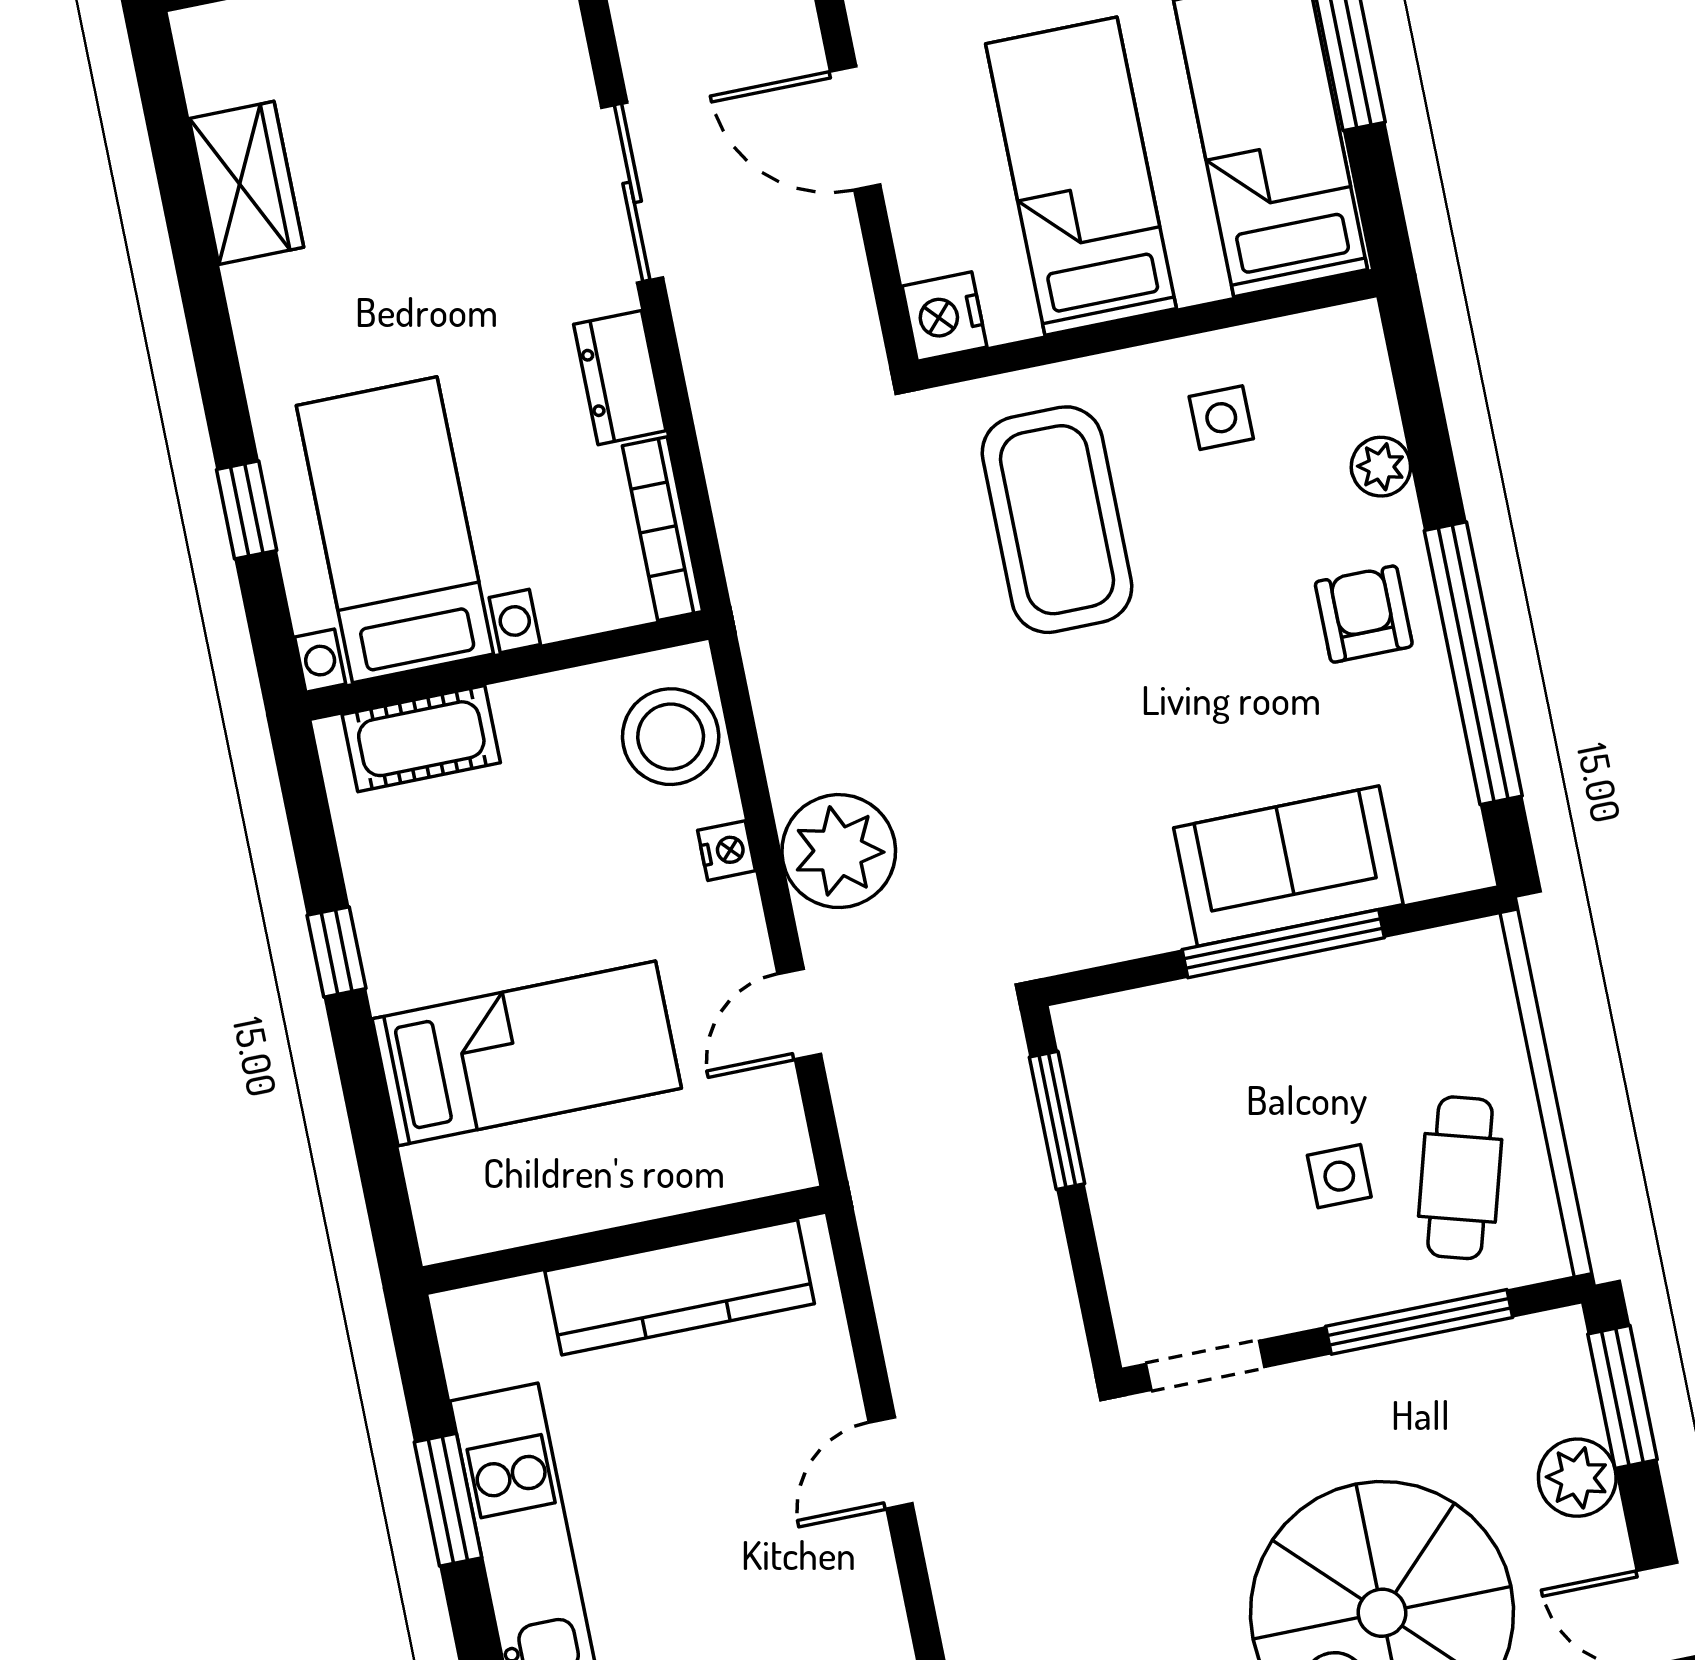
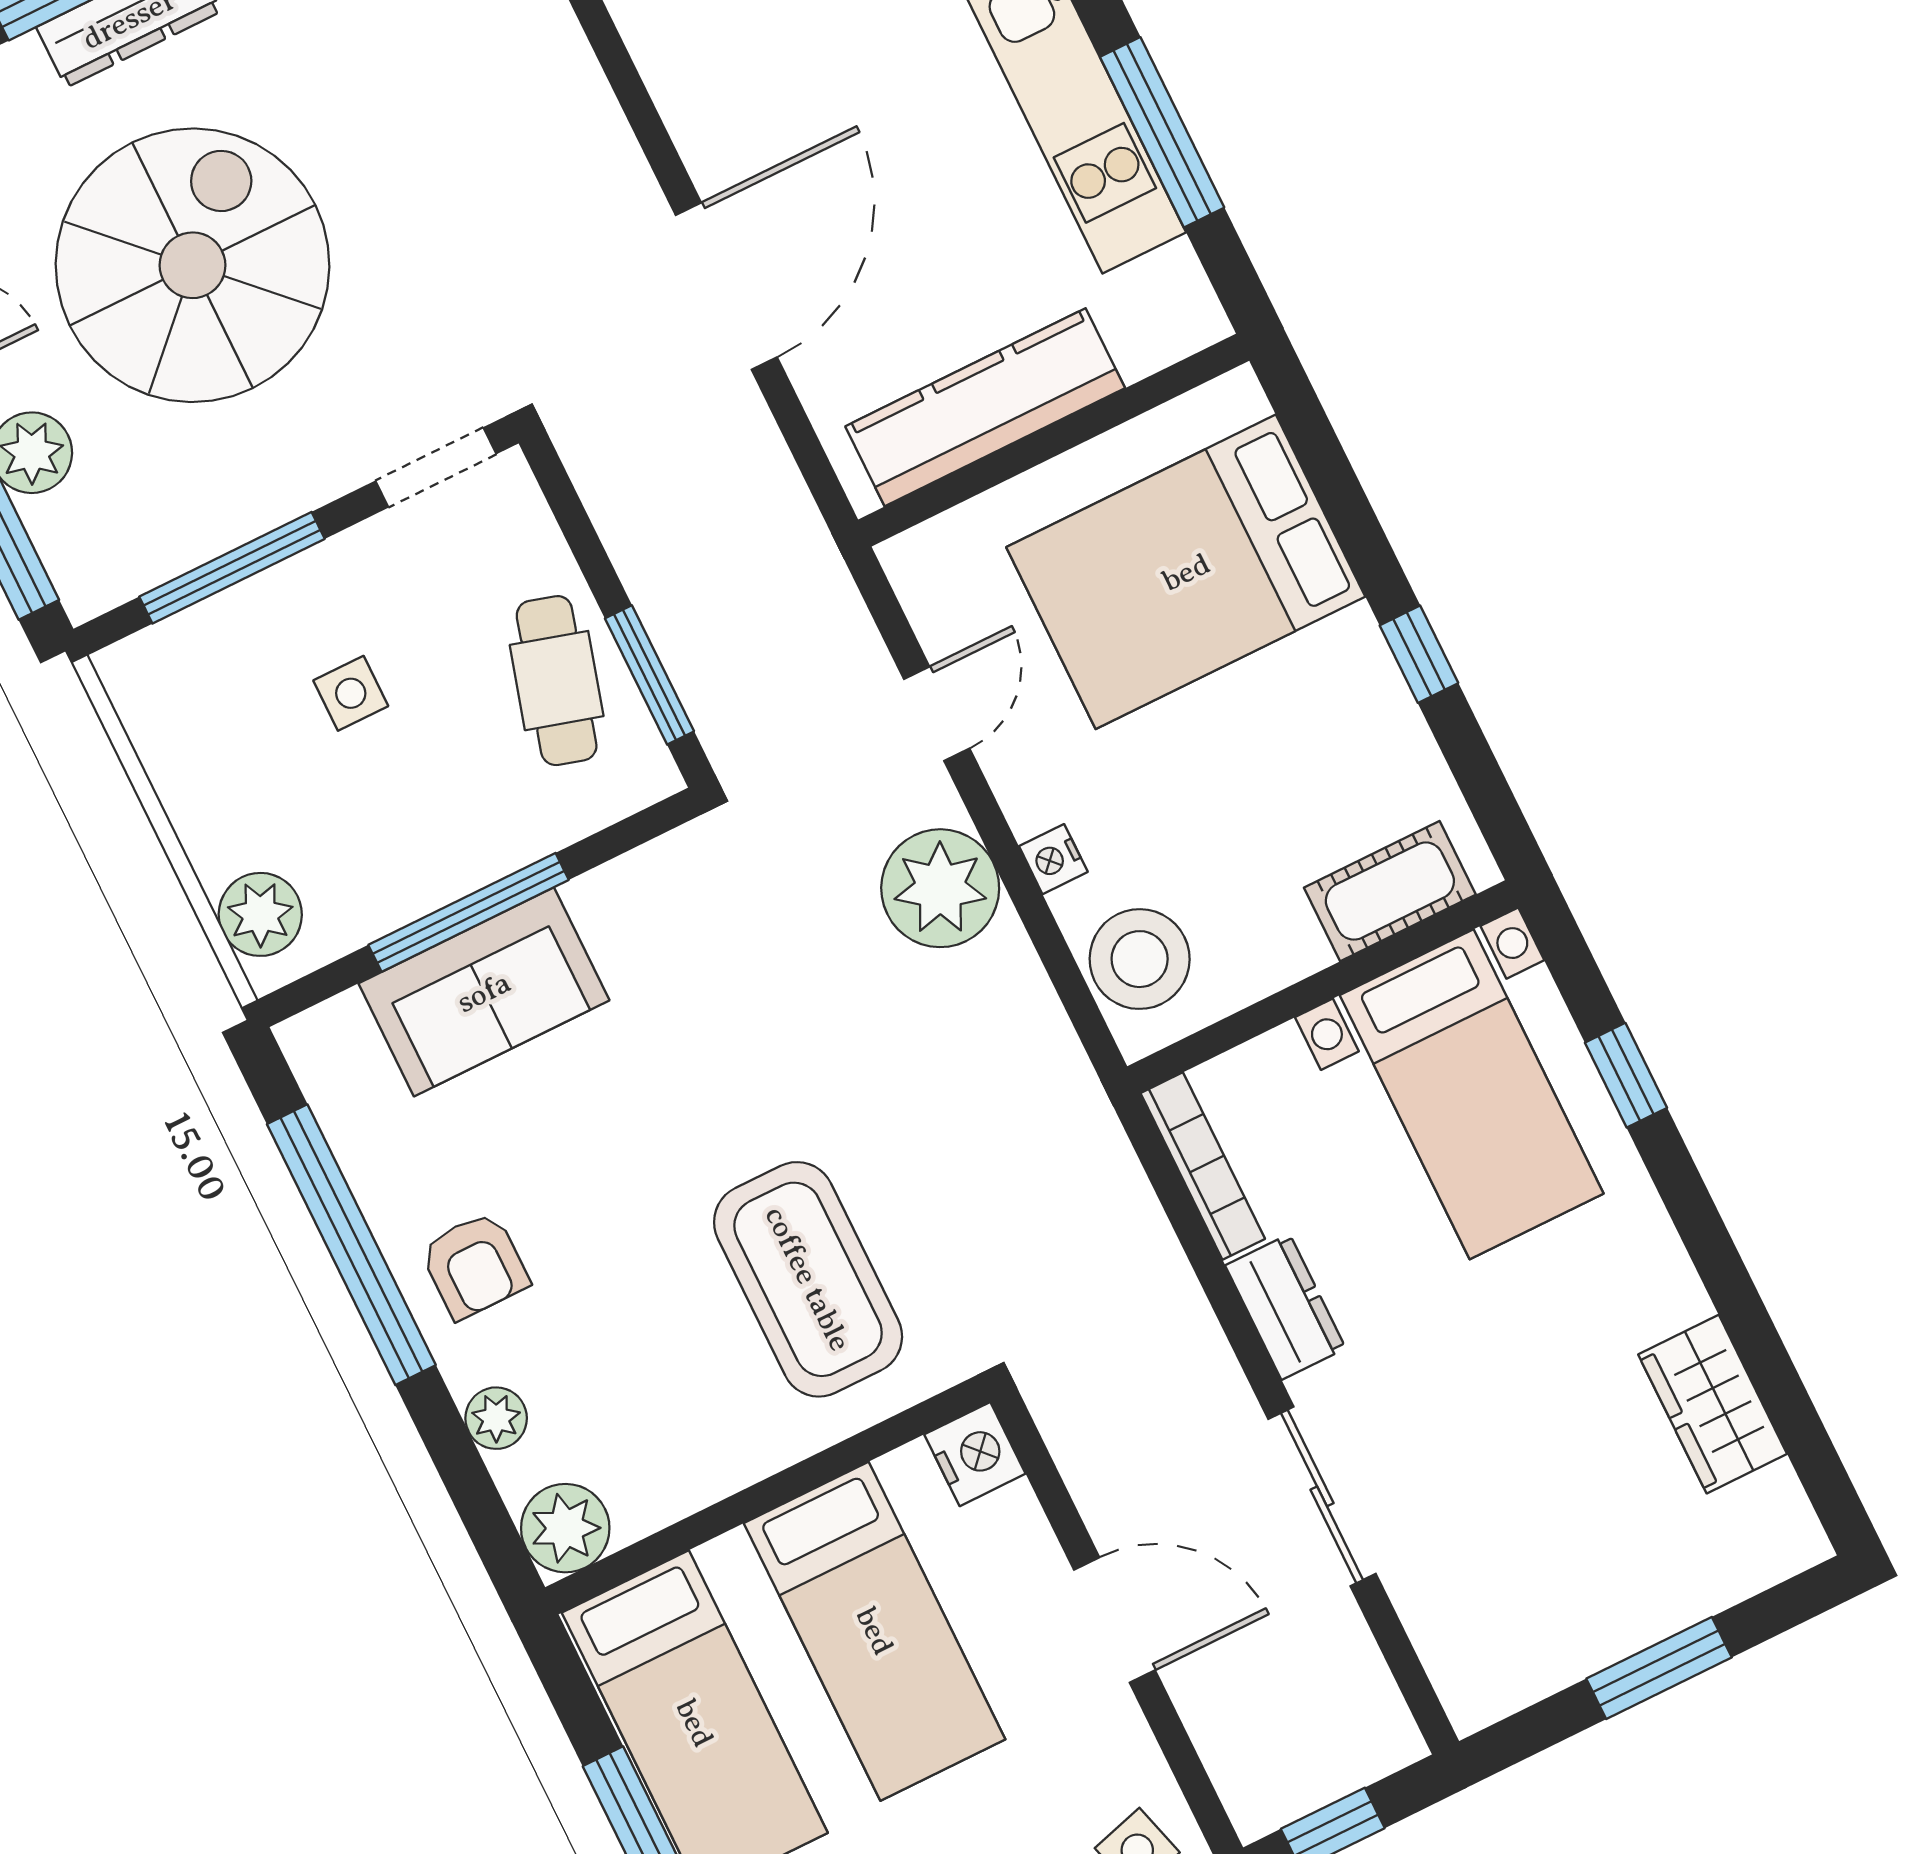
plant: (1343, 348) -> (565, 1528), added
side table: (1221, 418) -> (670, 1425), removed
plant: (1477, 993) -> (260, 914), added
bed: (527, 1053) -> (1186, 572), width x1.50
cafe table: (1460, 1178) -> (557, 681), moved
door: (891, 1463) -> (726, 286), width x1.87
window: (448, 1500) -> (1162, 132), width x1.44

